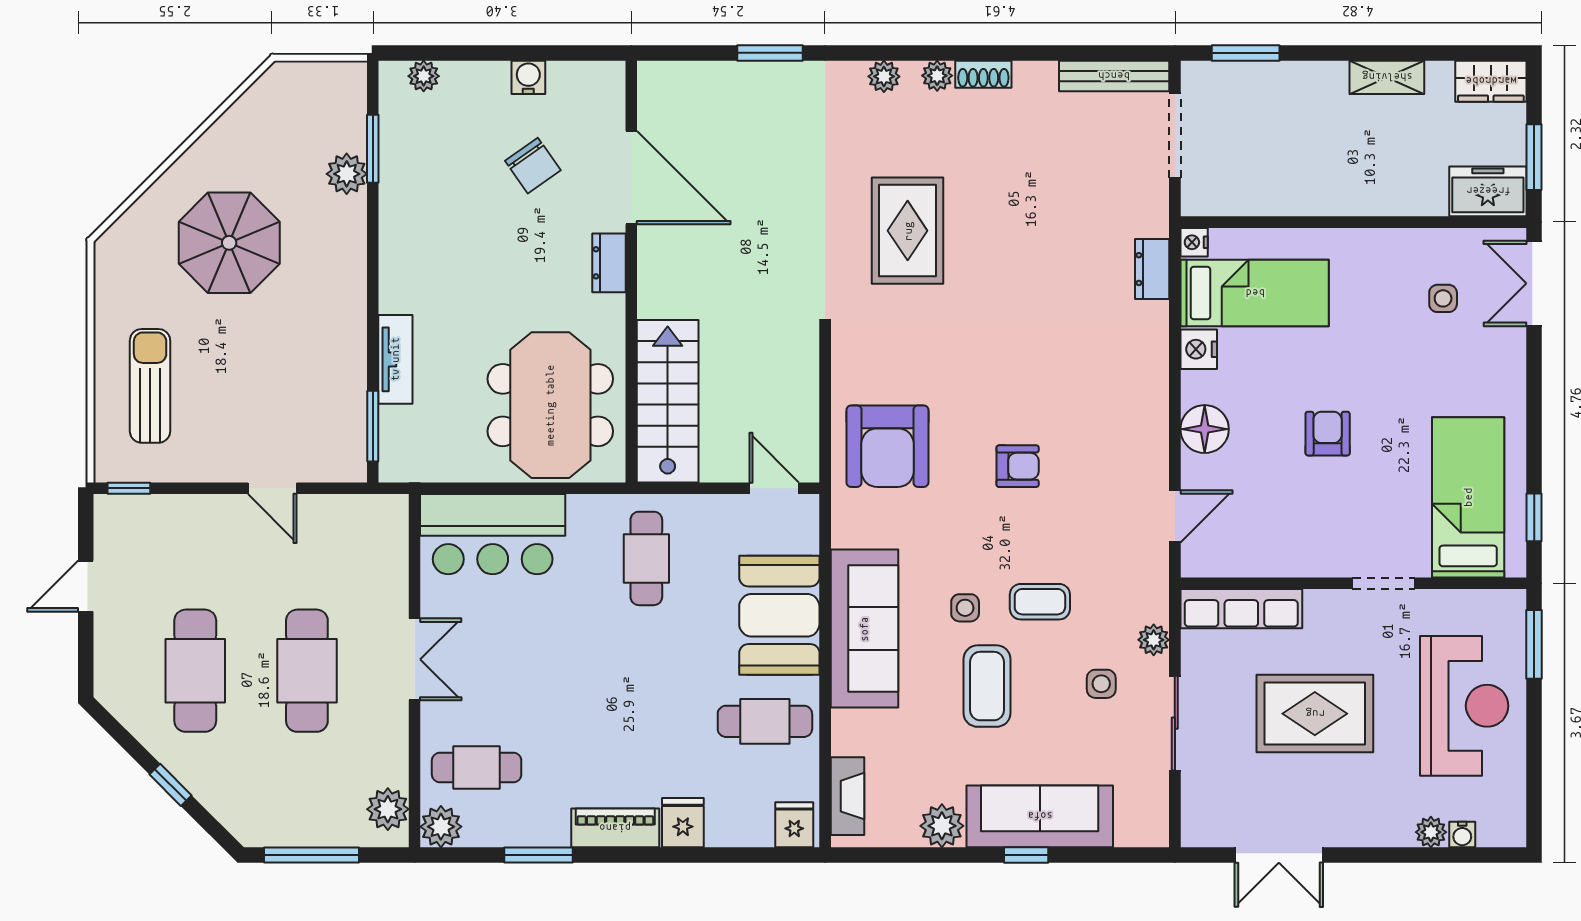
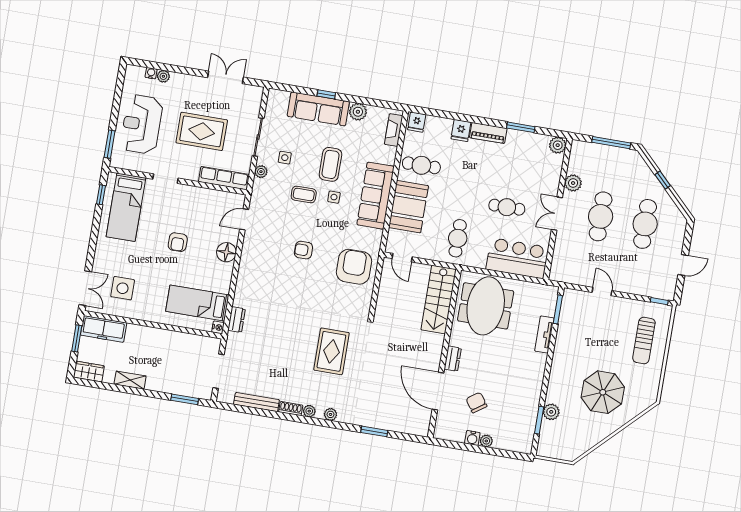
plant: (424, 76) -> (486, 441), moved
bench: (1114, 76) -> (256, 402), moved
freezer: (1488, 191) -> (104, 329), width x1.40
side table: (1443, 298) -> (123, 288), width x1.87, depth x1.87
nightstand: (1199, 349) -> (223, 284), removed
cafe table: (477, 768) -> (507, 207), moved
plant: (388, 809) -> (573, 183), moved

